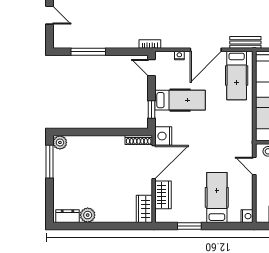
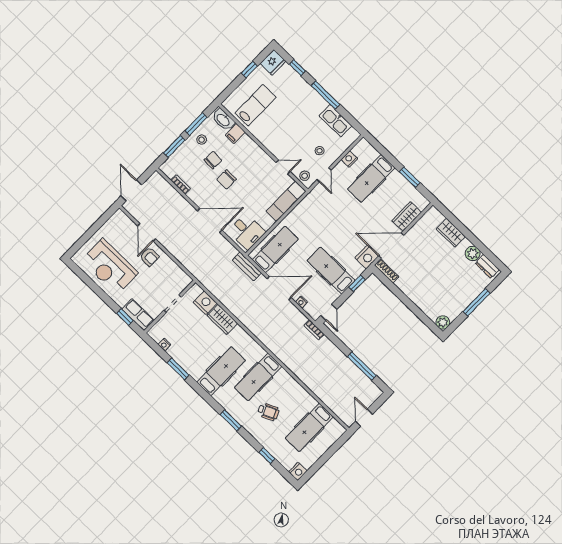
window: (50, 162) -> (477, 302), moved
wardrobe: (144, 209) -> (451, 233), moved, turned 90
nightstand: (247, 216) -> (349, 159), moved

